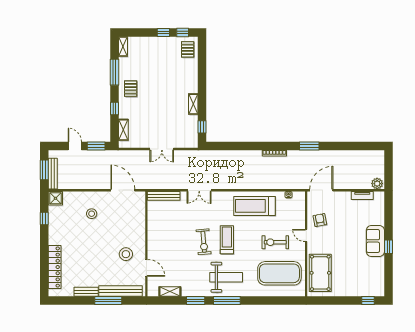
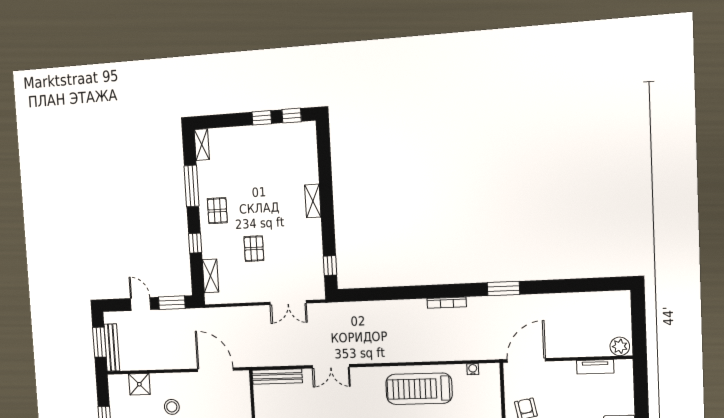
pallet: (188, 49) -> (254, 249), moved
shelving: (193, 104) -> (313, 201), moved
double door: (162, 149) -> (288, 303), moved
shower: (55, 198) -> (139, 384), moved

